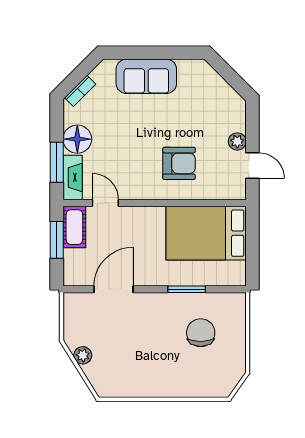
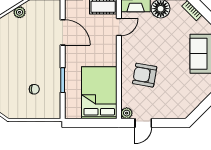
plant: (237, 141) -> (127, 113), moved
armchair: (179, 163) -> (145, 75), turned 100
chair: (201, 333) -> (34, 89), width x0.54, depth x0.54

